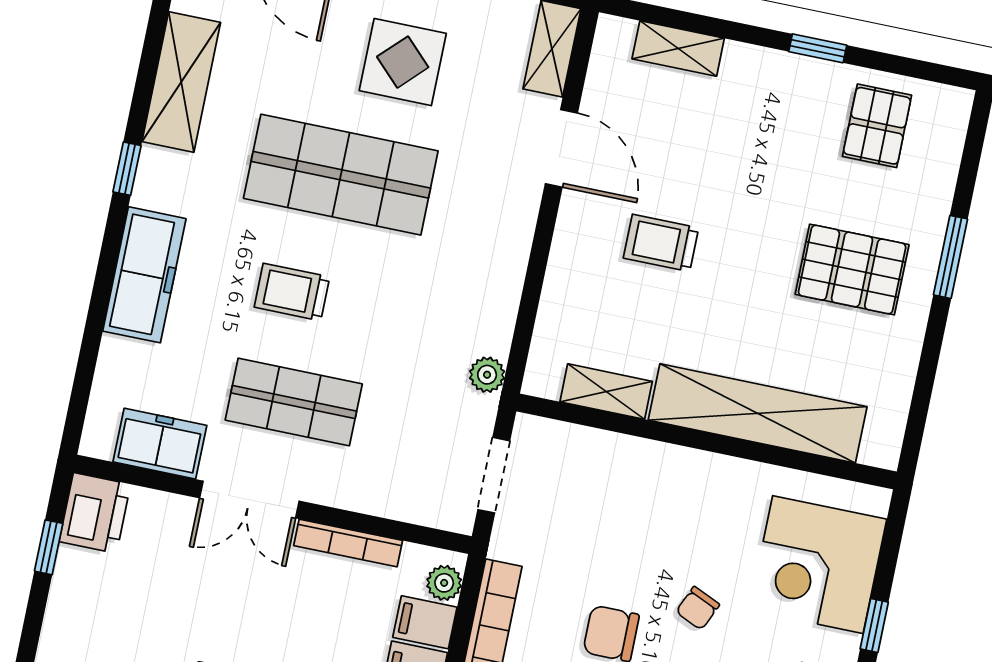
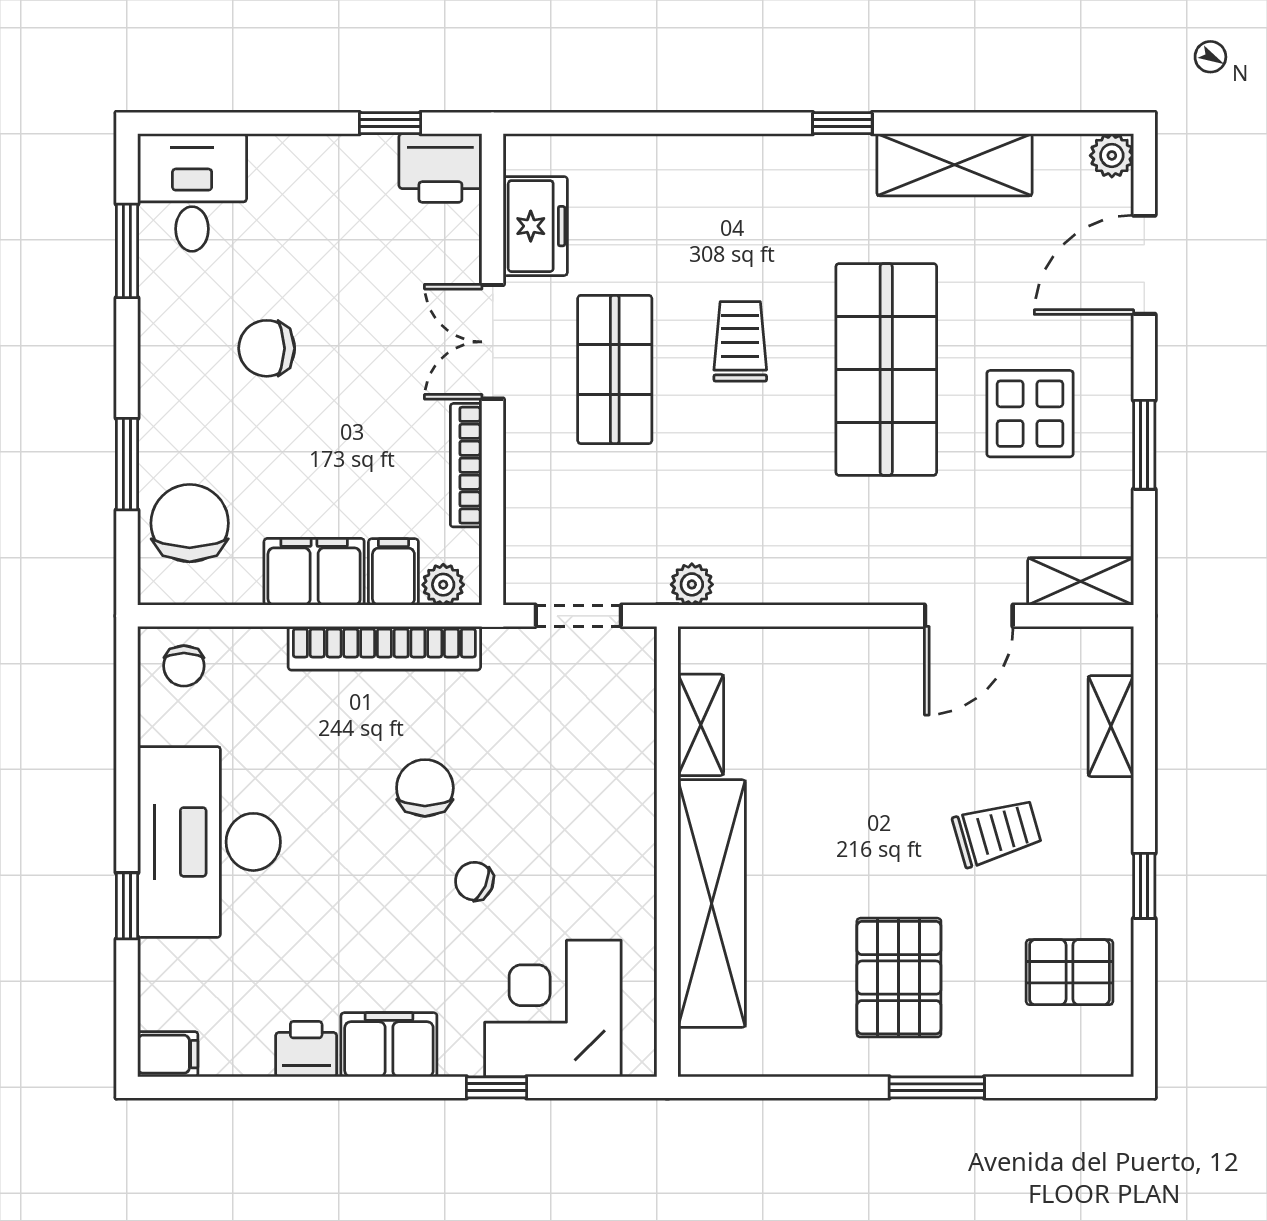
trolley: (661, 243) -> (997, 832), moved, turned 74
freezer: (144, 275) -> (725, 168), removed

